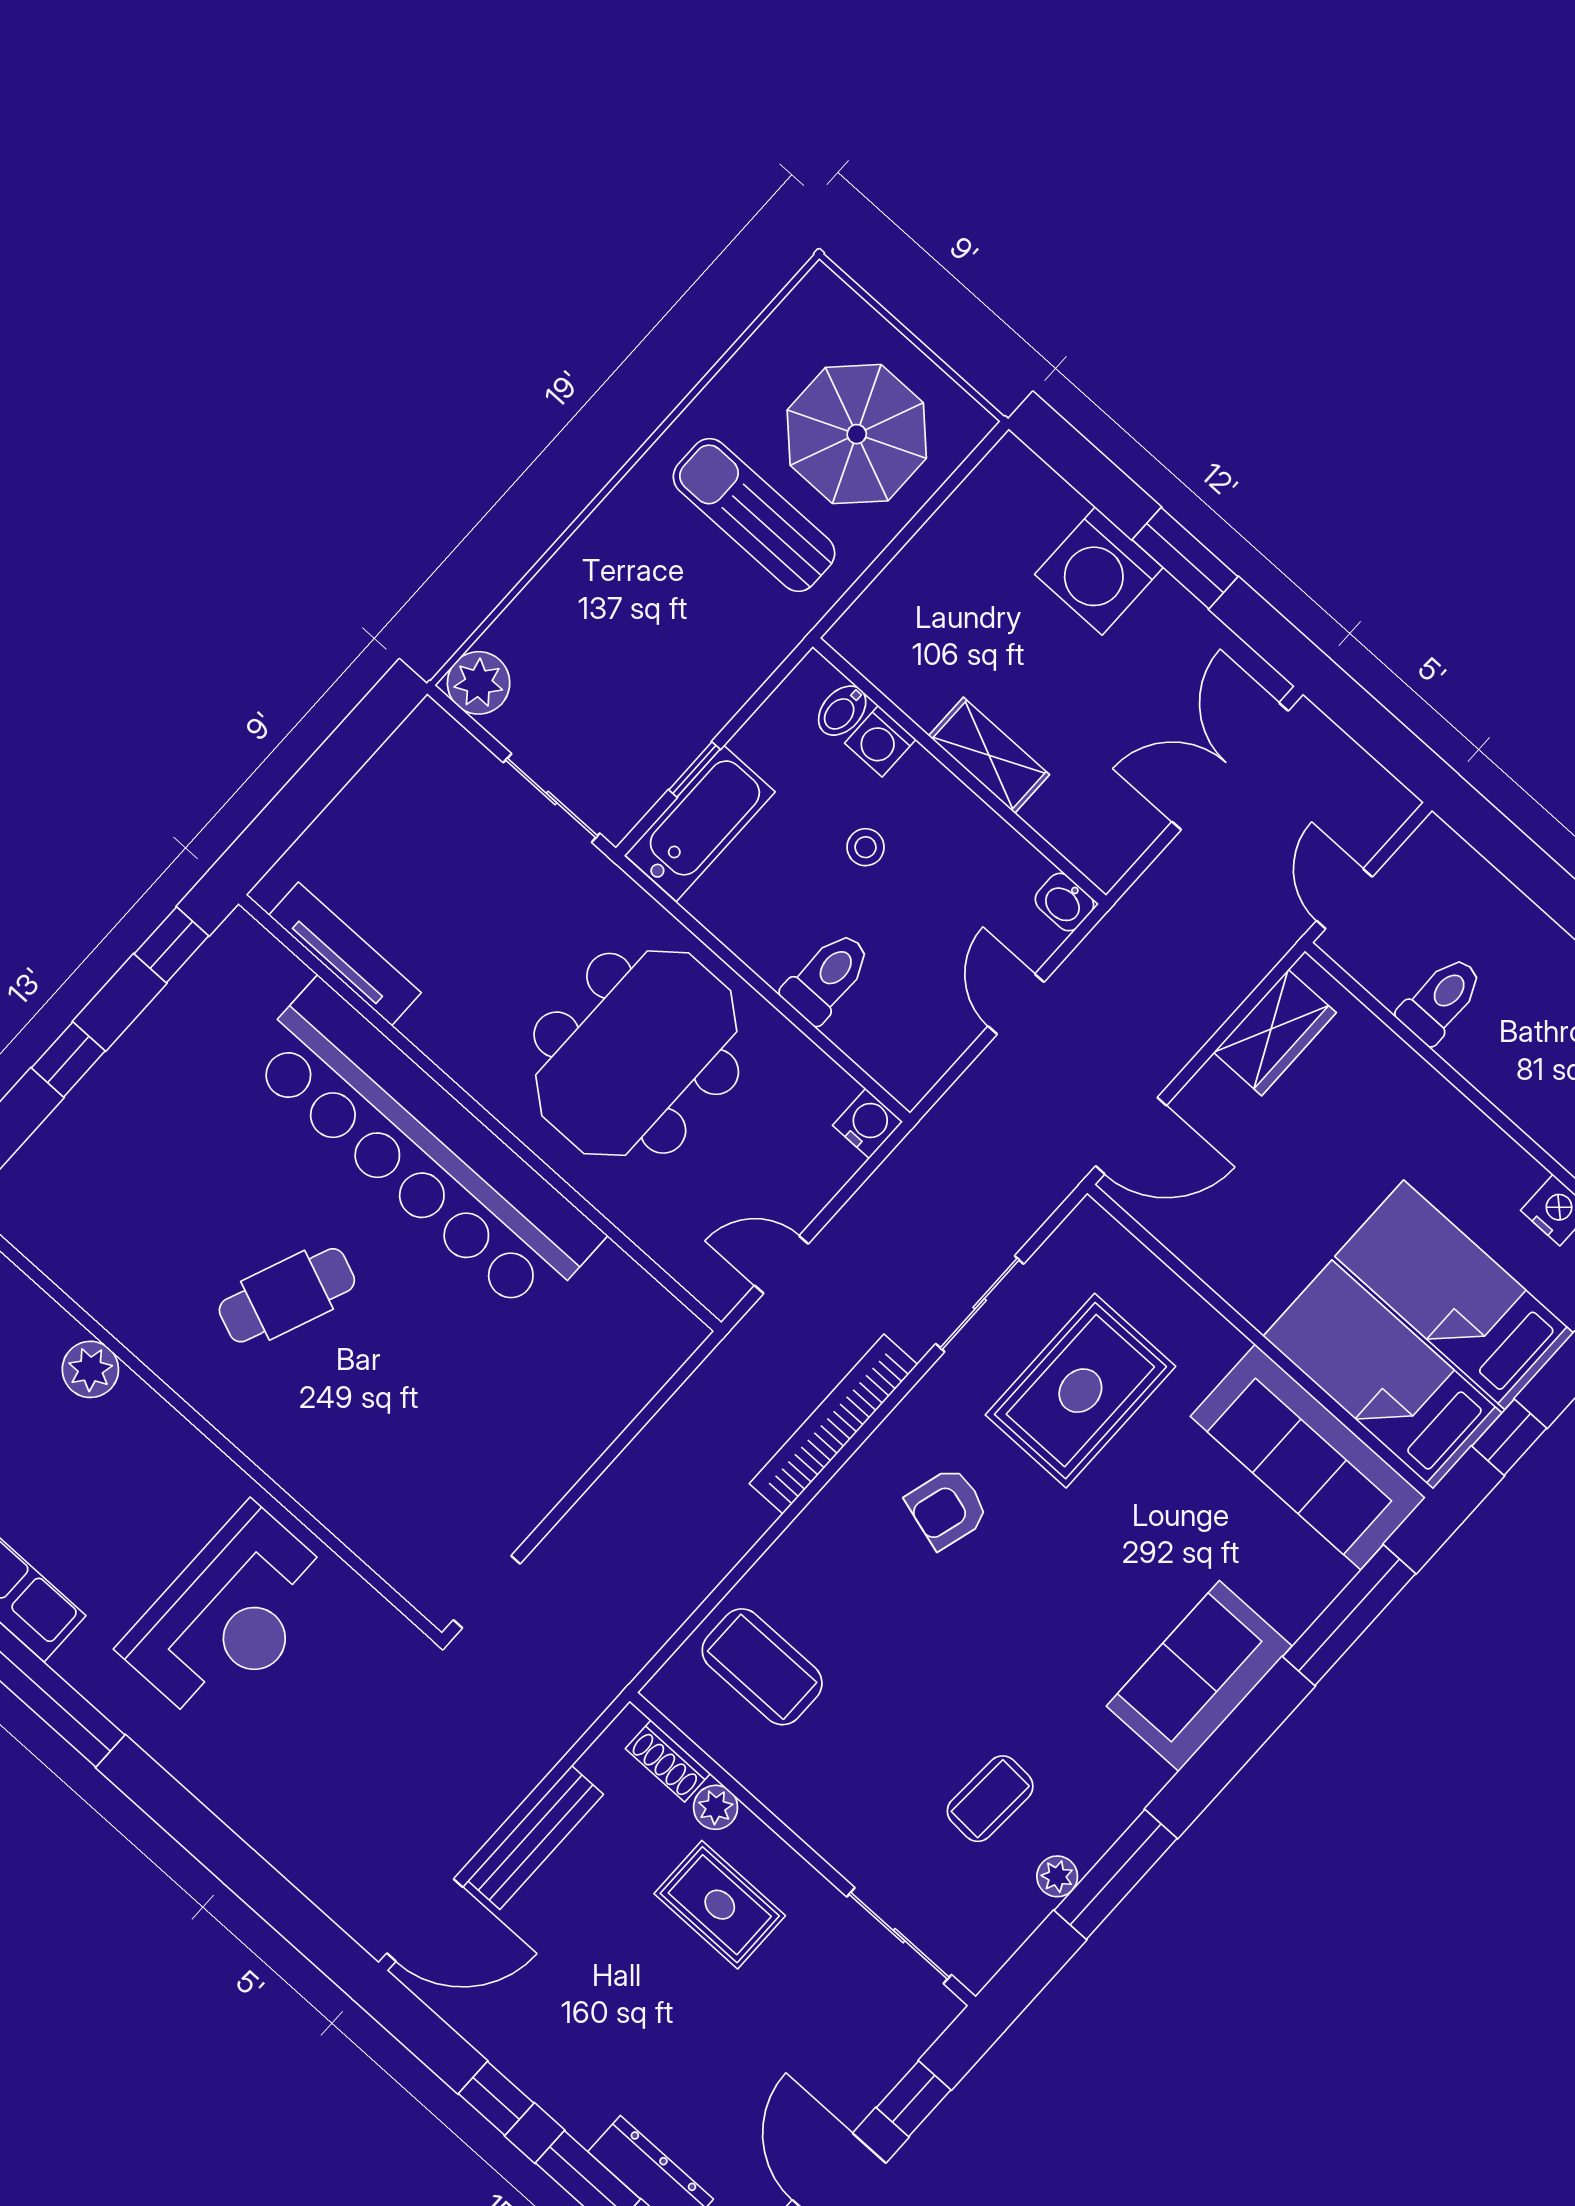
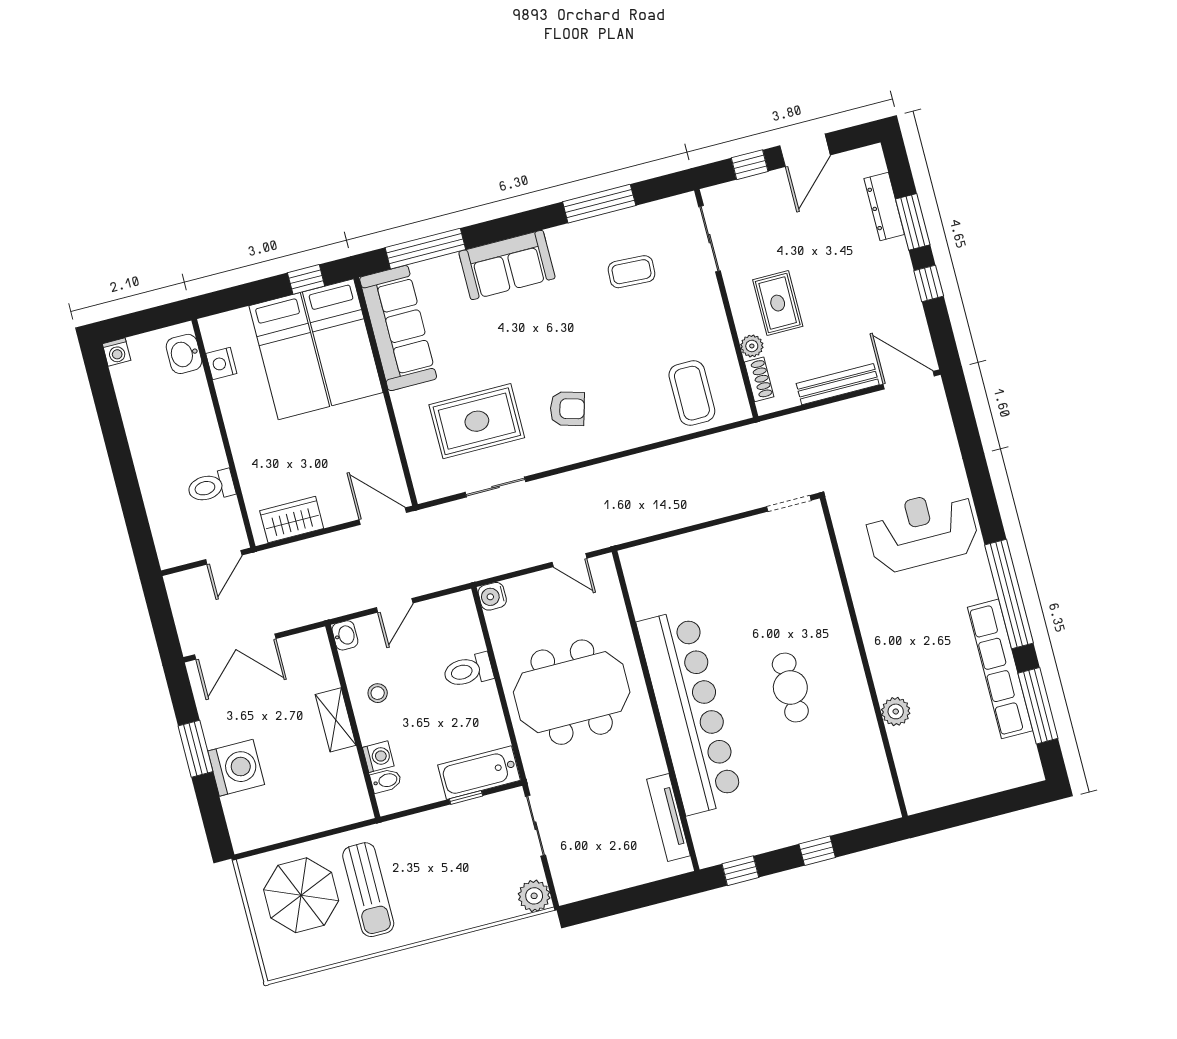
stool: (866, 847) -> (378, 693), moved
cafe table: (287, 1295) -> (790, 687), turned 68
bookcase: (833, 1424) -> (592, 477), removed
reception desk: (229, 1616) -> (922, 531), moved
plant: (1057, 1876) -> (625, 219), removed

